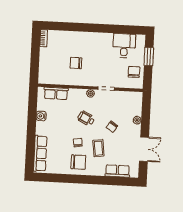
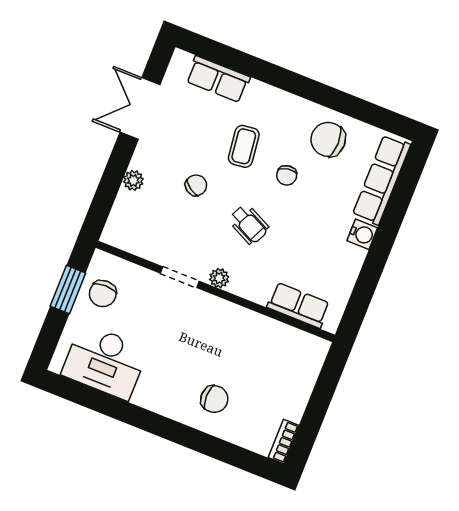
desk: (124, 46) -> (105, 362), width x1.37
window: (149, 57) -> (68, 290), moved
chair: (76, 63) -> (214, 399), moved
water cooler: (41, 116) -> (362, 234), moved
chair: (78, 162) -> (328, 139), moved

